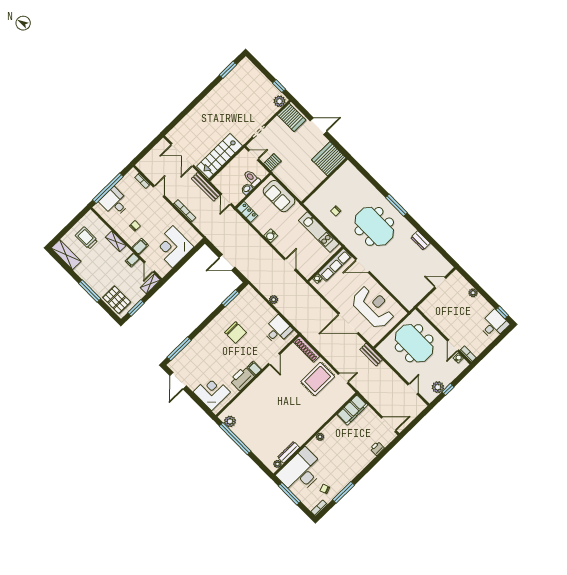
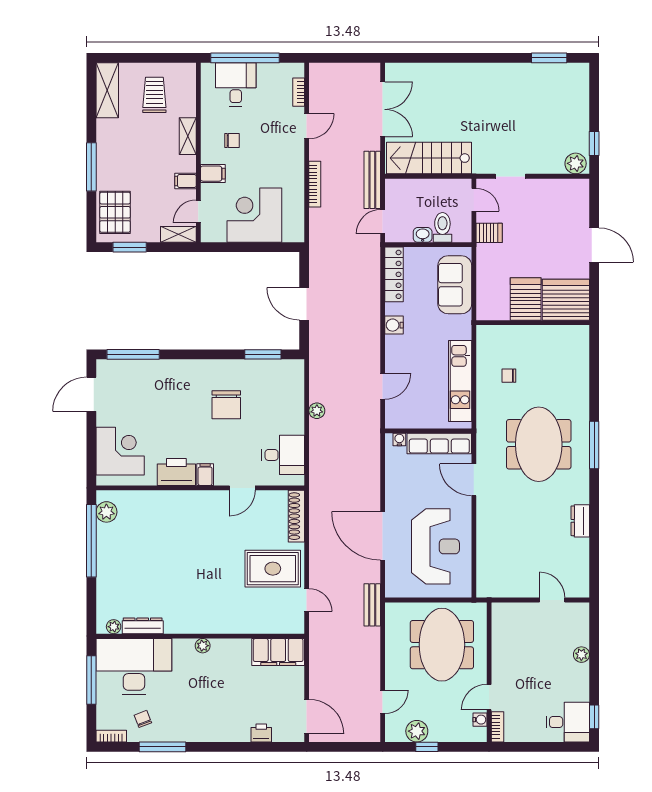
server rack: (292, 118) -> (526, 299), moved, turned 180
double door: (182, 155) -> (383, 109), swing flipped
locker: (247, 212) -> (394, 274), width x1.53

